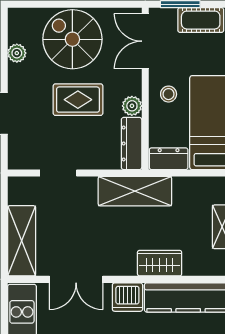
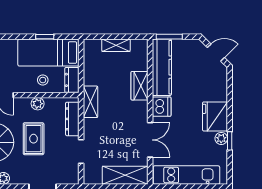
stool: (169, 94) -> (43, 80), moved
dresser: (132, 143) -> (72, 119), moved, turned 90
shelving: (135, 191) -> (91, 102), width x0.67, depth x0.75

